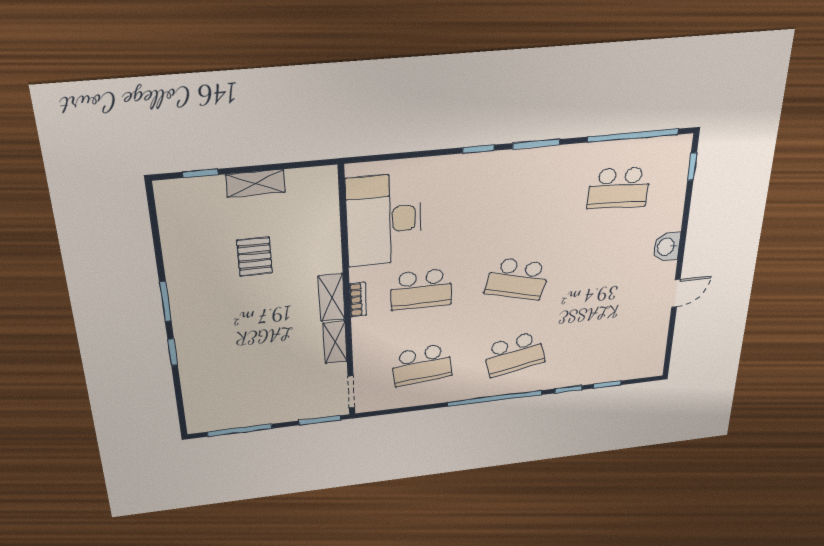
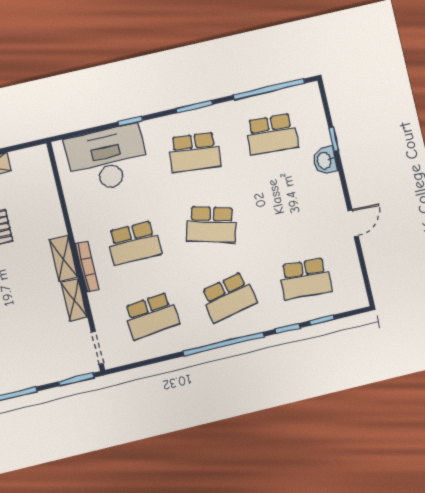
window: (478, 149) -> (130, 121), moved
window: (692, 167) -> (334, 139), moved
school desk: (521, 197) -> (195, 152), added
desk: (384, 220) -> (107, 159), moved, turned 90
washbasin: (666, 247) -> (325, 161), moved
bookcase: (358, 300) -> (87, 267), width x1.56
school desk: (604, 344) -> (305, 279), added

